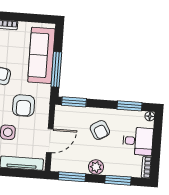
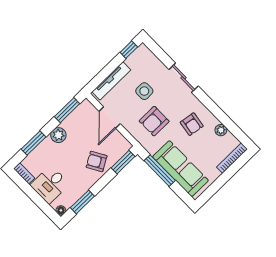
armchair: (24, 106) -> (154, 121), turned -90
armchair: (100, 130) -> (97, 161), moved

